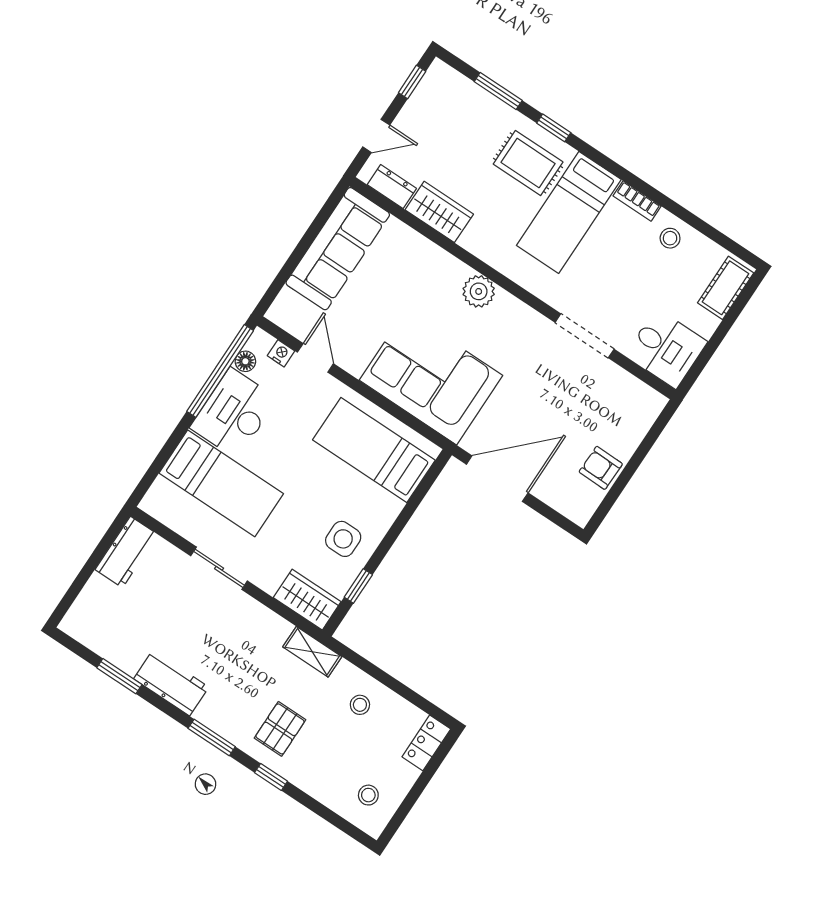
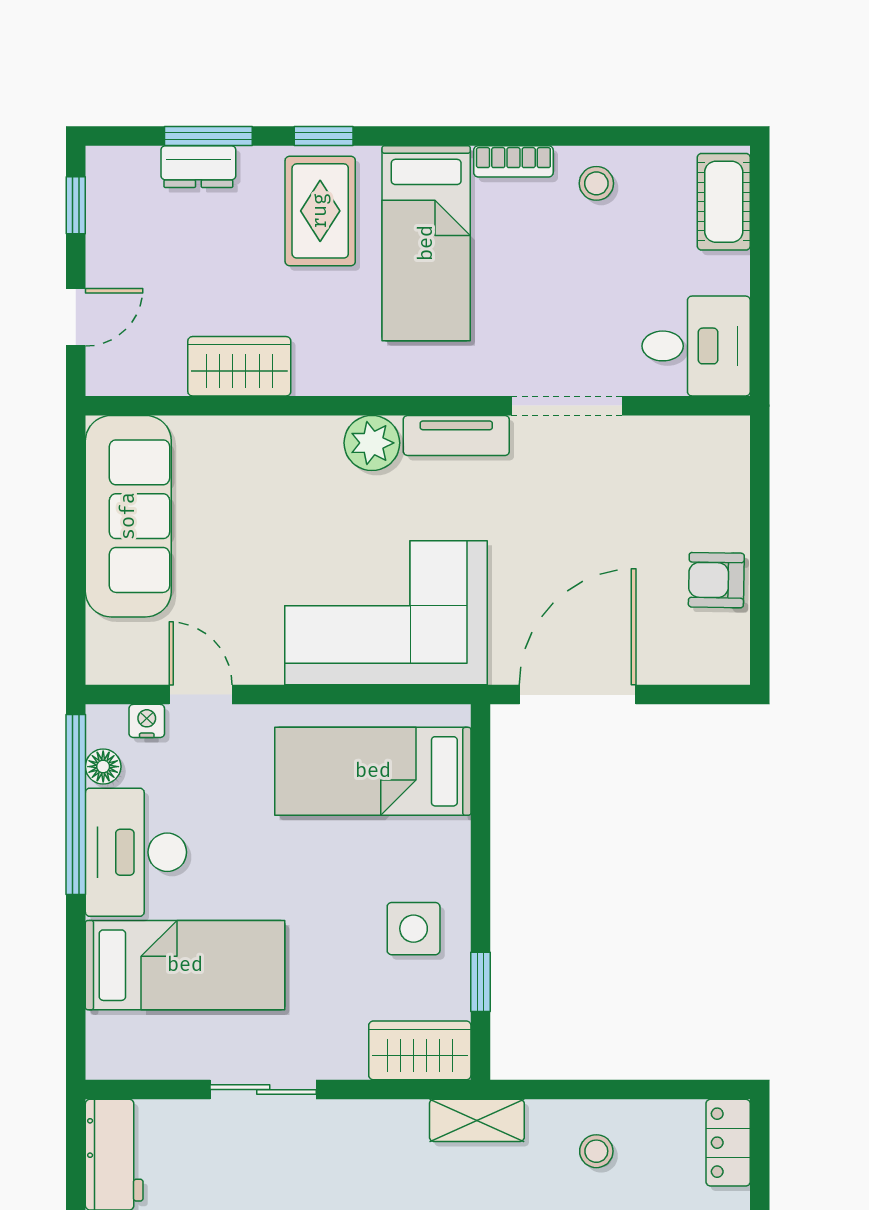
rug: (528, 163) -> (320, 211), turned 90
dresser: (392, 187) -> (198, 167), moved, turned 180
tv unit: (522, 315) -> (456, 435), added

